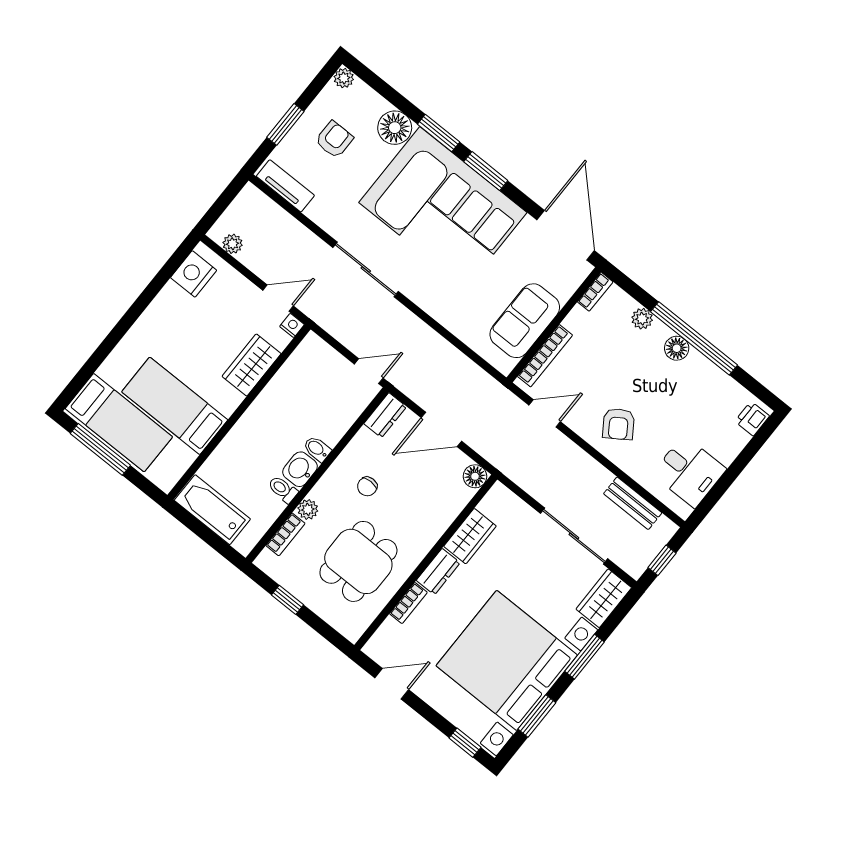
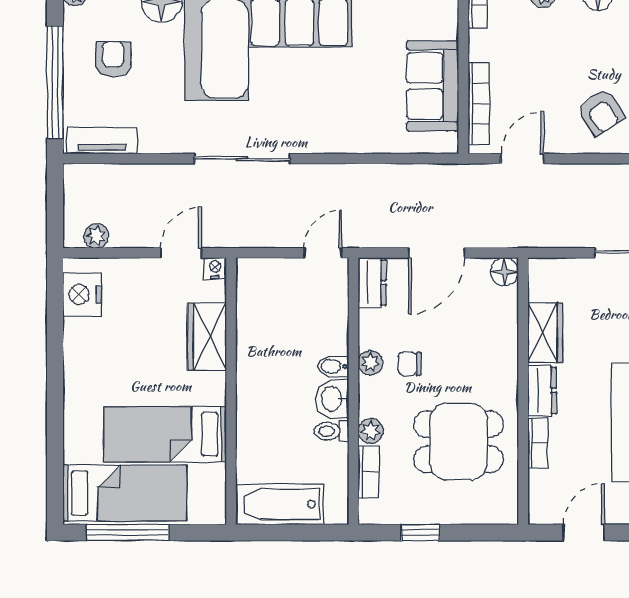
window: (285, 124) -> (55, 82), width x2.11
plant: (343, 466) -> (370, 363), added
chair: (367, 486) -> (410, 364), turned 90
dining table: (358, 561) -> (459, 442), turned 90

